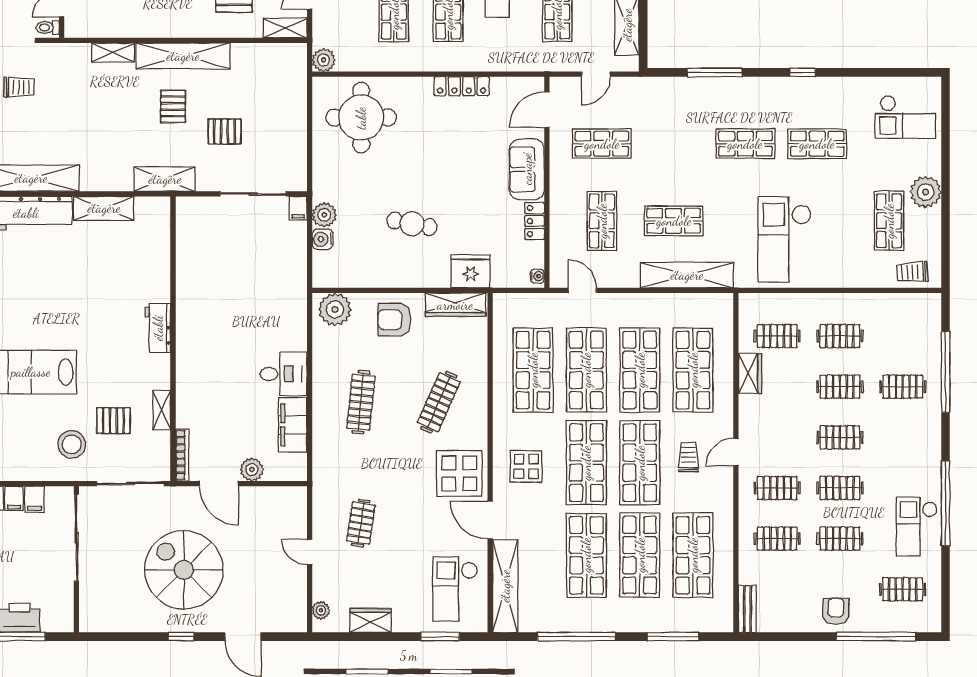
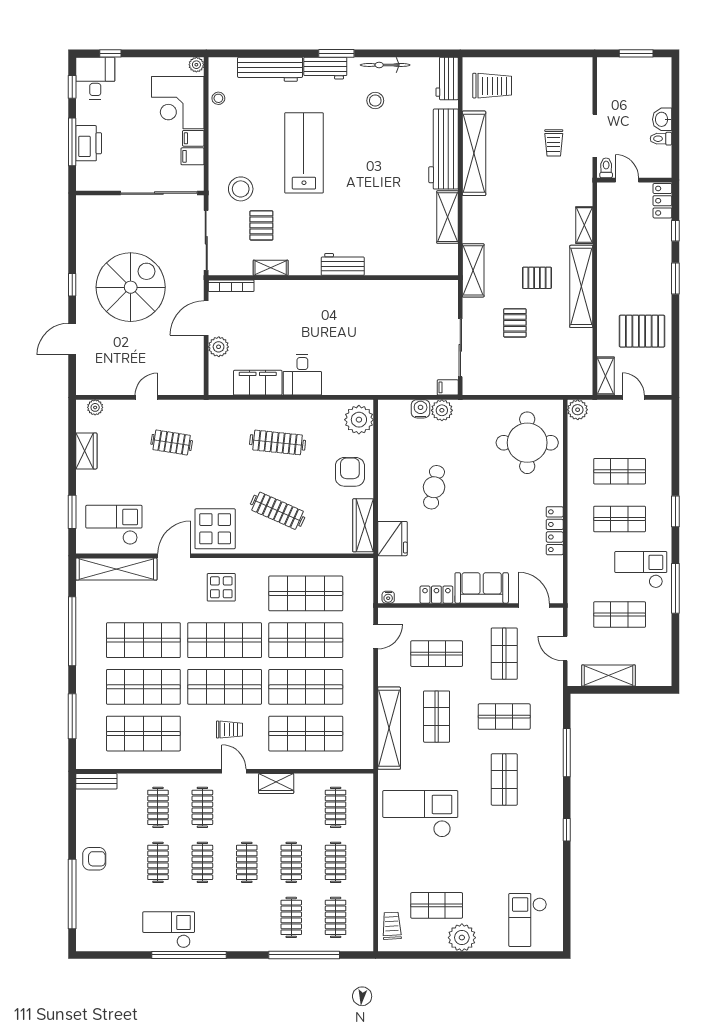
shop shelf: (817, 144) -> (504, 717), moved, turned 90
wardrobe: (750, 373) -> (276, 784), moved
clothes rail: (903, 589) -> (336, 917), moved

